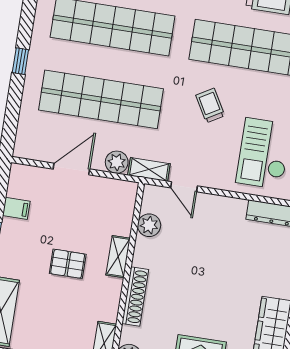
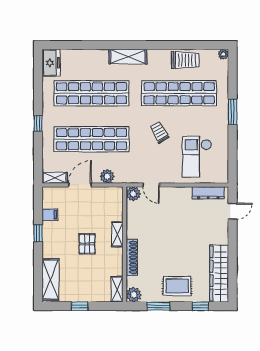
shelving: (149, 170) -> (55, 178), moved
plant: (149, 225) -> (133, 194), moved
pallet: (68, 264) -> (87, 244), turned 90

